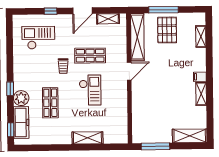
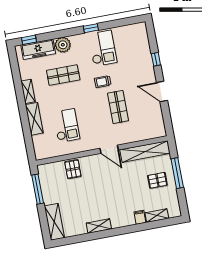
shelving: (108, 19) -> (28, 91), moved
pallet: (167, 30) -> (157, 180), width x0.67, depth x0.71
checkout: (38, 38) -> (103, 48), moved
filing cabinet: (200, 77) -> (140, 217), moved
window: (10, 89) -> (91, 28), moved
checkout: (90, 90) -> (66, 126), moved, turned -90
pallet: (142, 109) -> (73, 169), added

